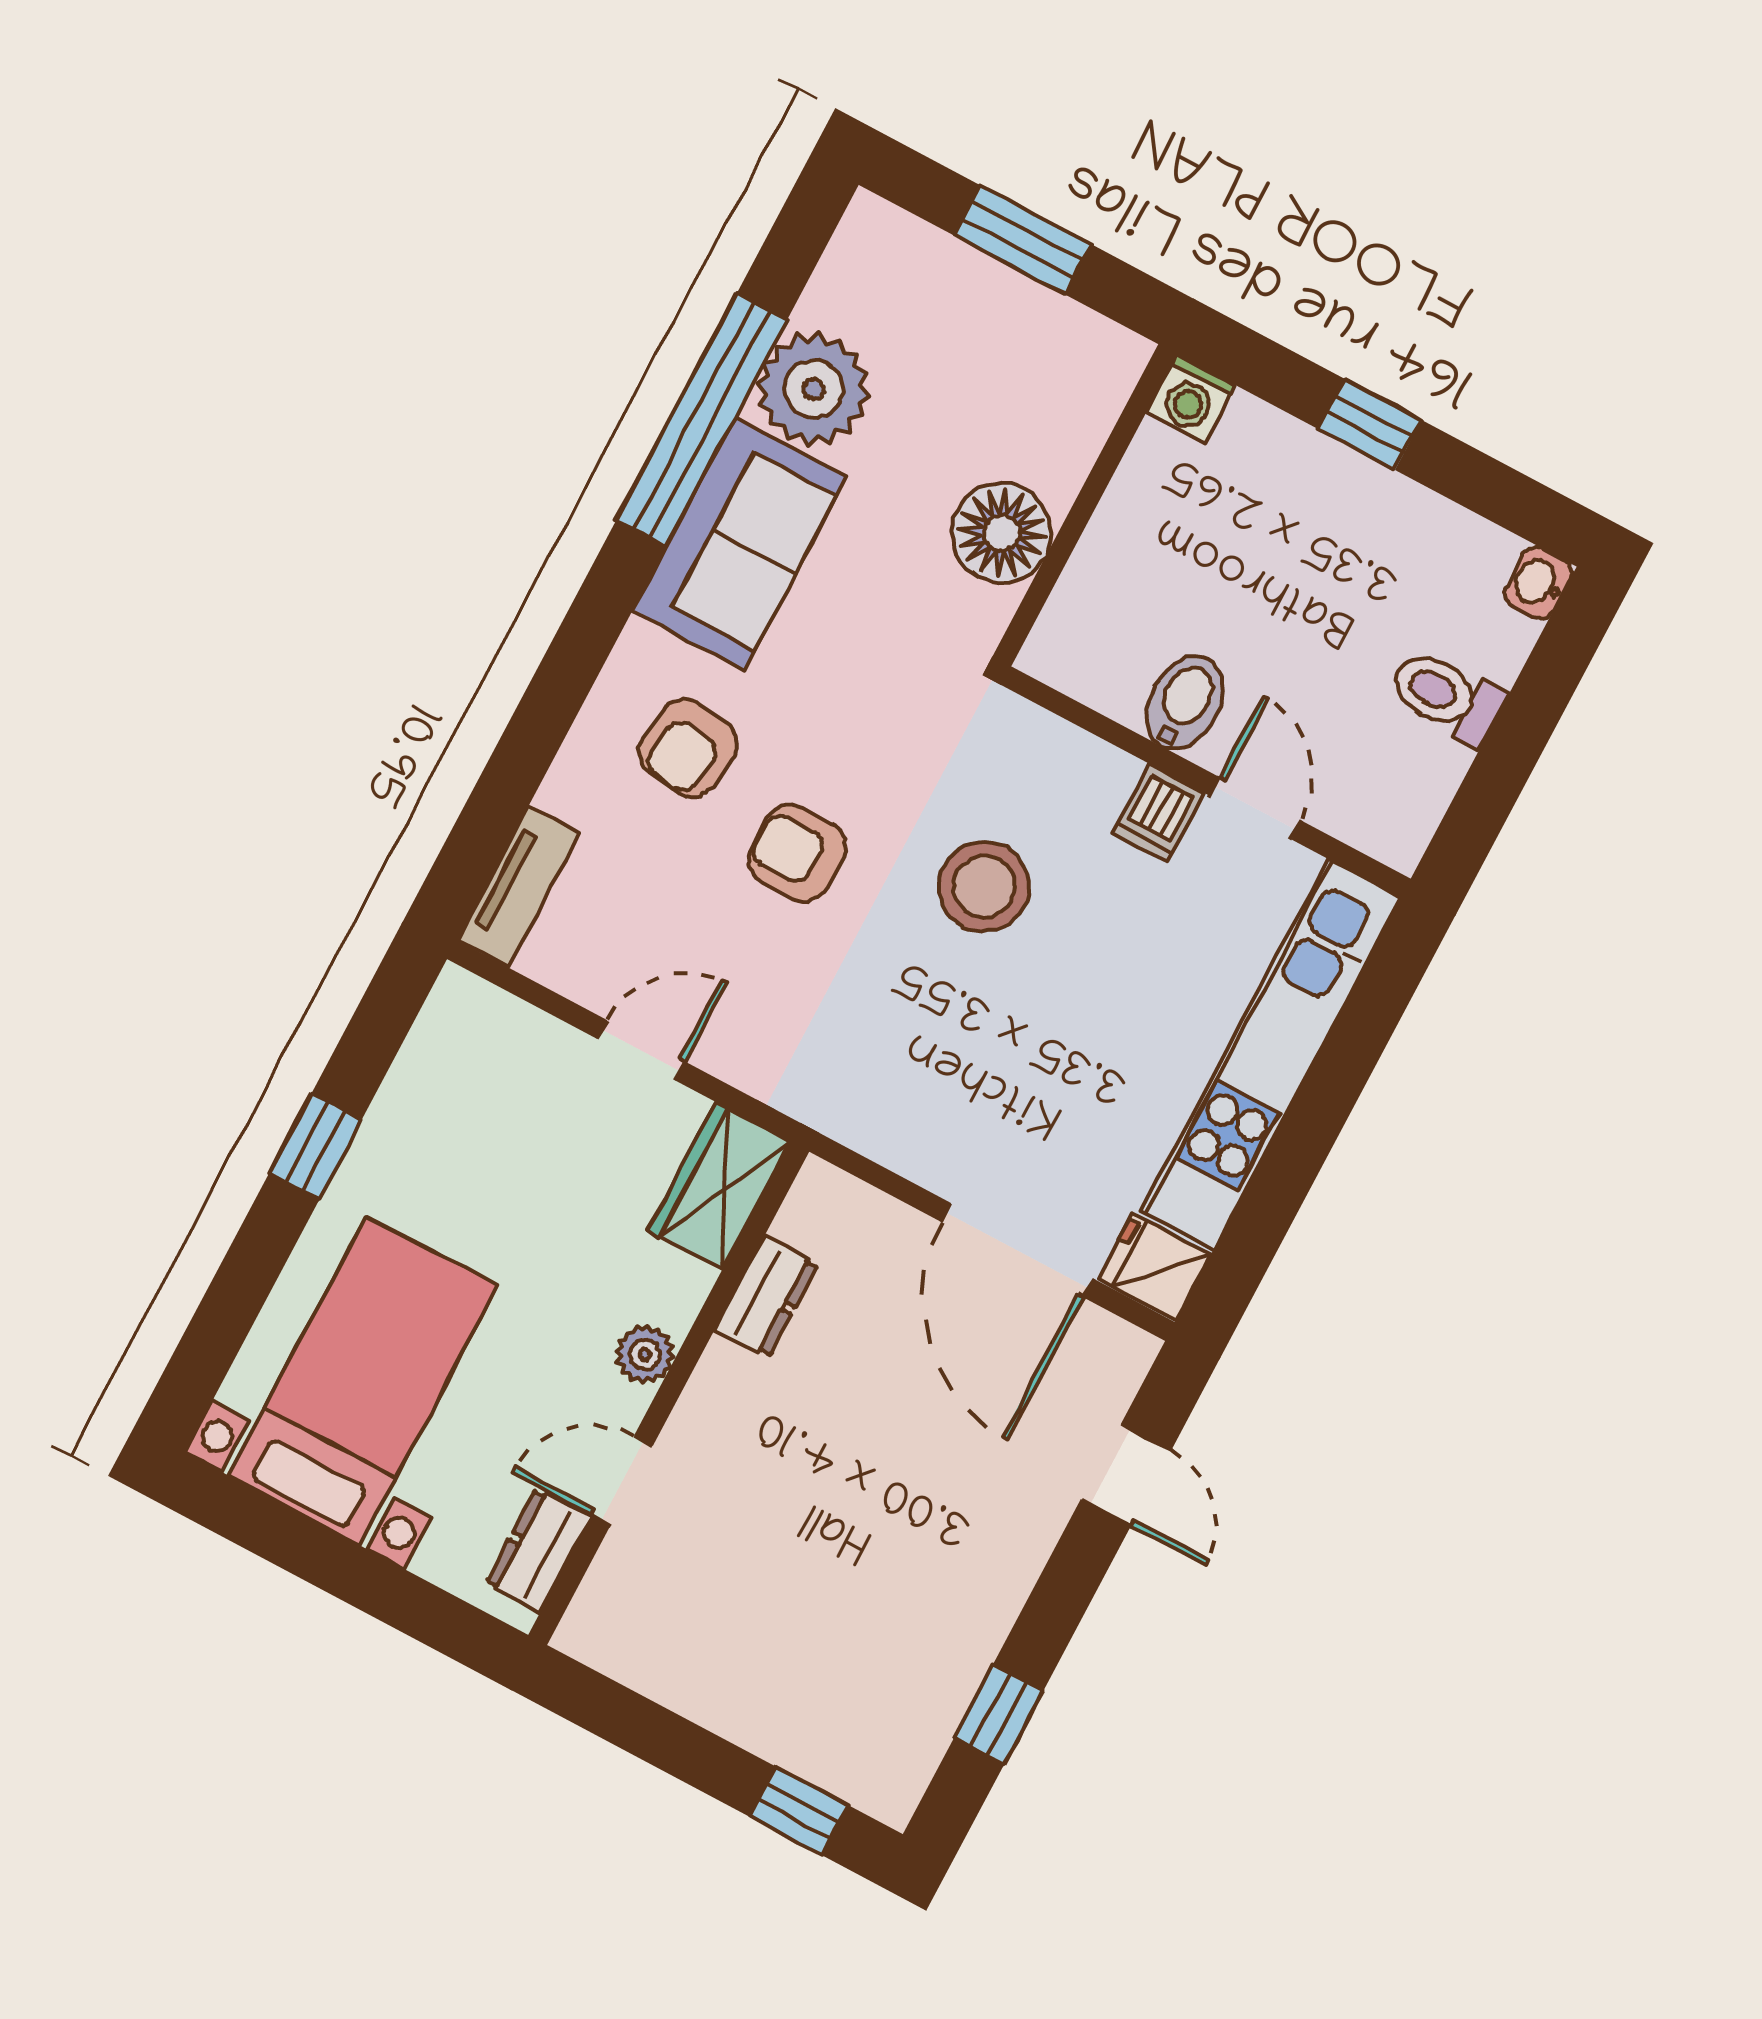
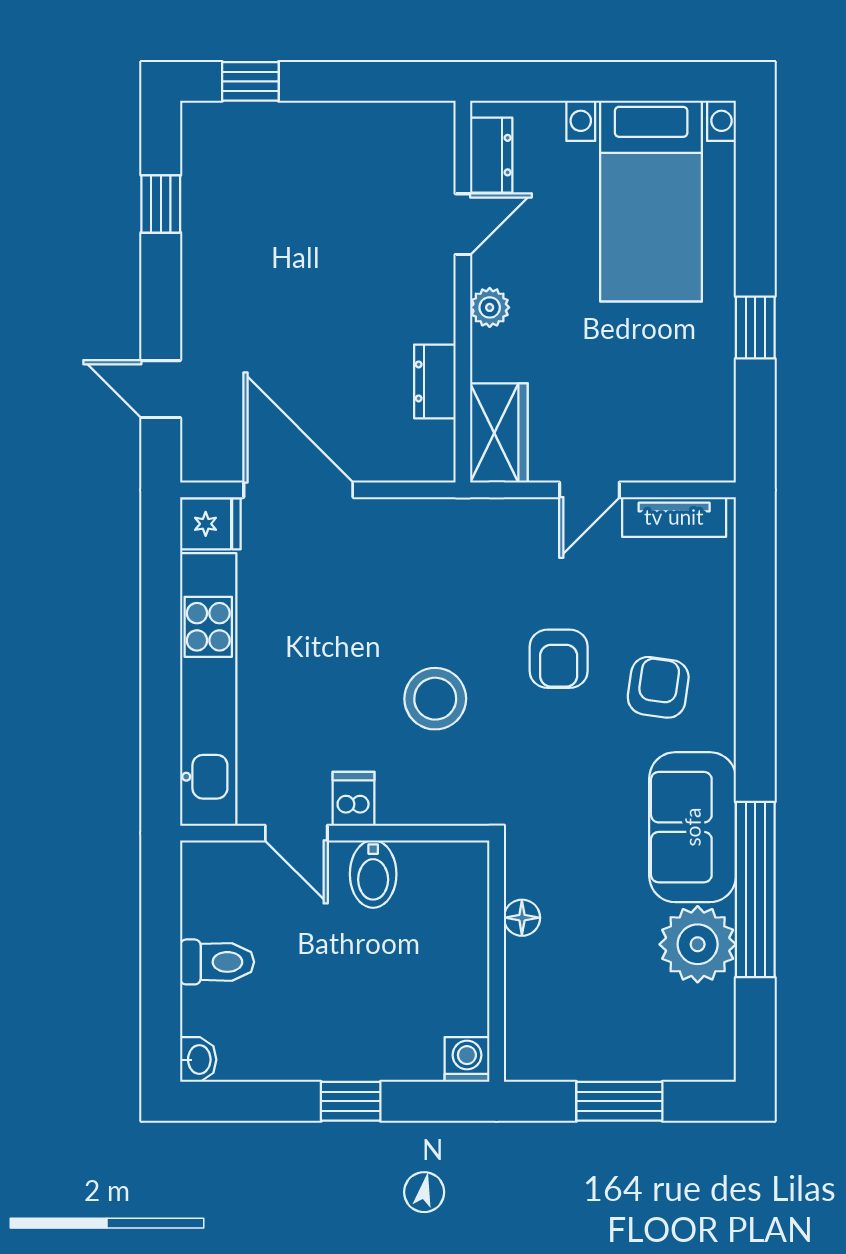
floor lamp: (1002, 533) -> (522, 918), width x0.53, depth x0.53
armchair: (797, 853) -> (559, 659), turned 90
tv unit: (518, 887) -> (674, 517), moved, turned -90

